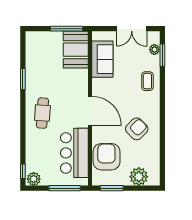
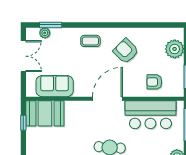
window: (66, 29) -> (23, 123), width x0.46
coffee table: (147, 81) -> (90, 41), moved
armchair: (106, 157) -> (154, 82), width x0.53, depth x0.53

